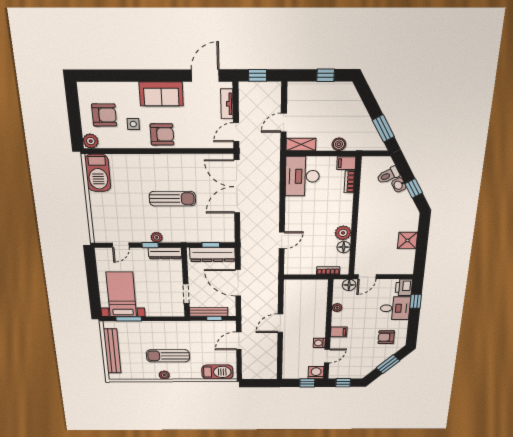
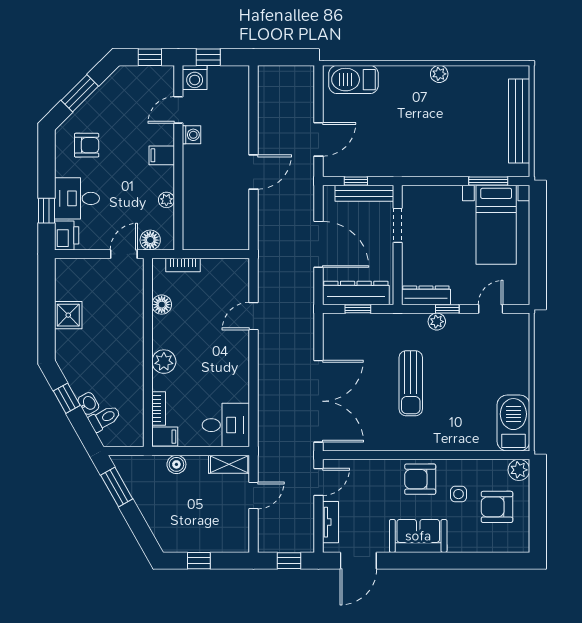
desk: (302, 176) -> (226, 425), width x0.73
sun lounger: (172, 199) -> (411, 383), turned -90
plant: (343, 233) -> (164, 362), moved
sun lounger: (168, 356) -> (431, 112), removed

